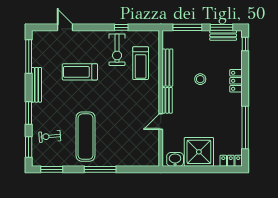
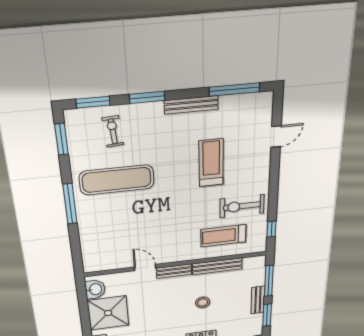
window: (121, 27) -> (271, 229), moved
bench: (223, 35) -> (258, 300), moved

